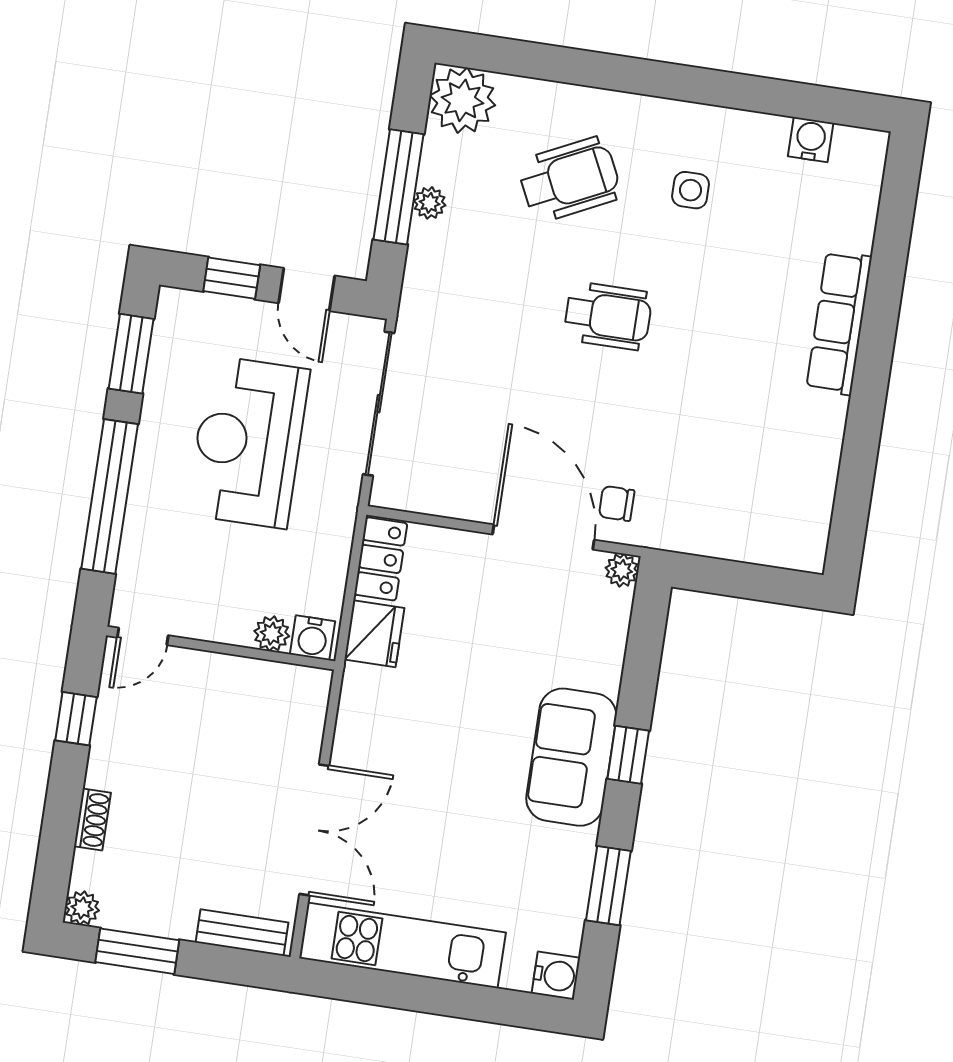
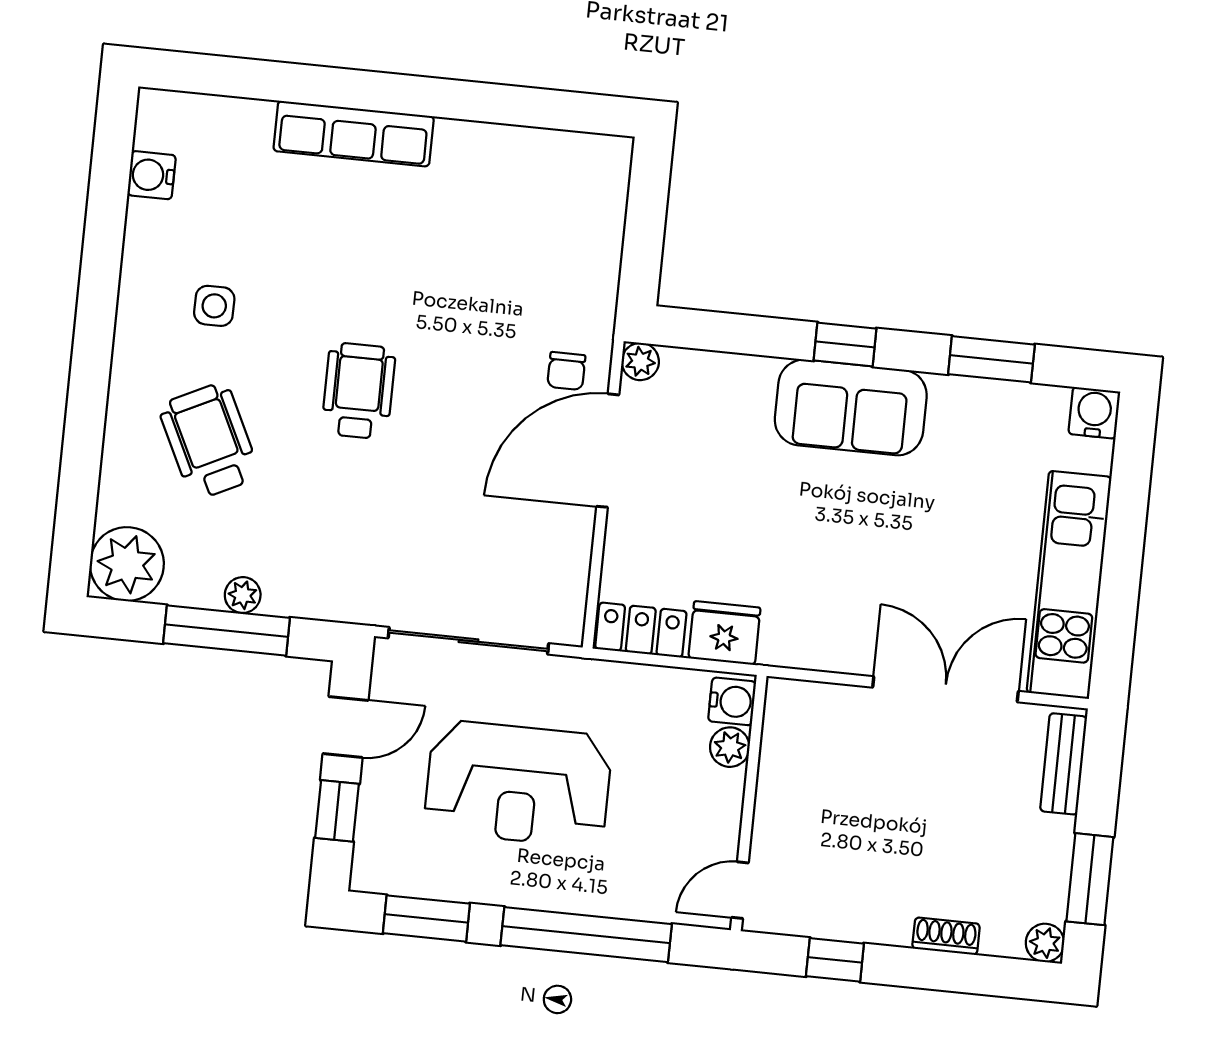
door: (143, 636) -> (740, 890), swing flipped

